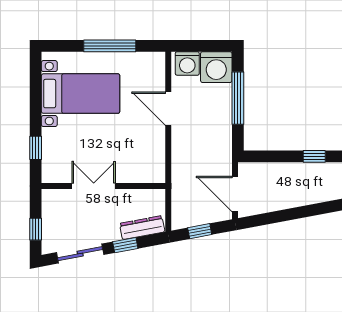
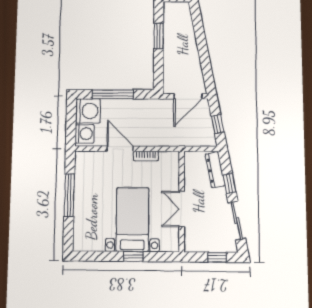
bed with nightstands: (81, 94) -> (132, 219), moved
door: (168, 109) -> (120, 149), swing flipped
bookcase: (159, 141) -> (146, 156), added
window: (36, 148) -> (133, 256), moved
window: (314, 156) -> (159, 36), width x1.50

